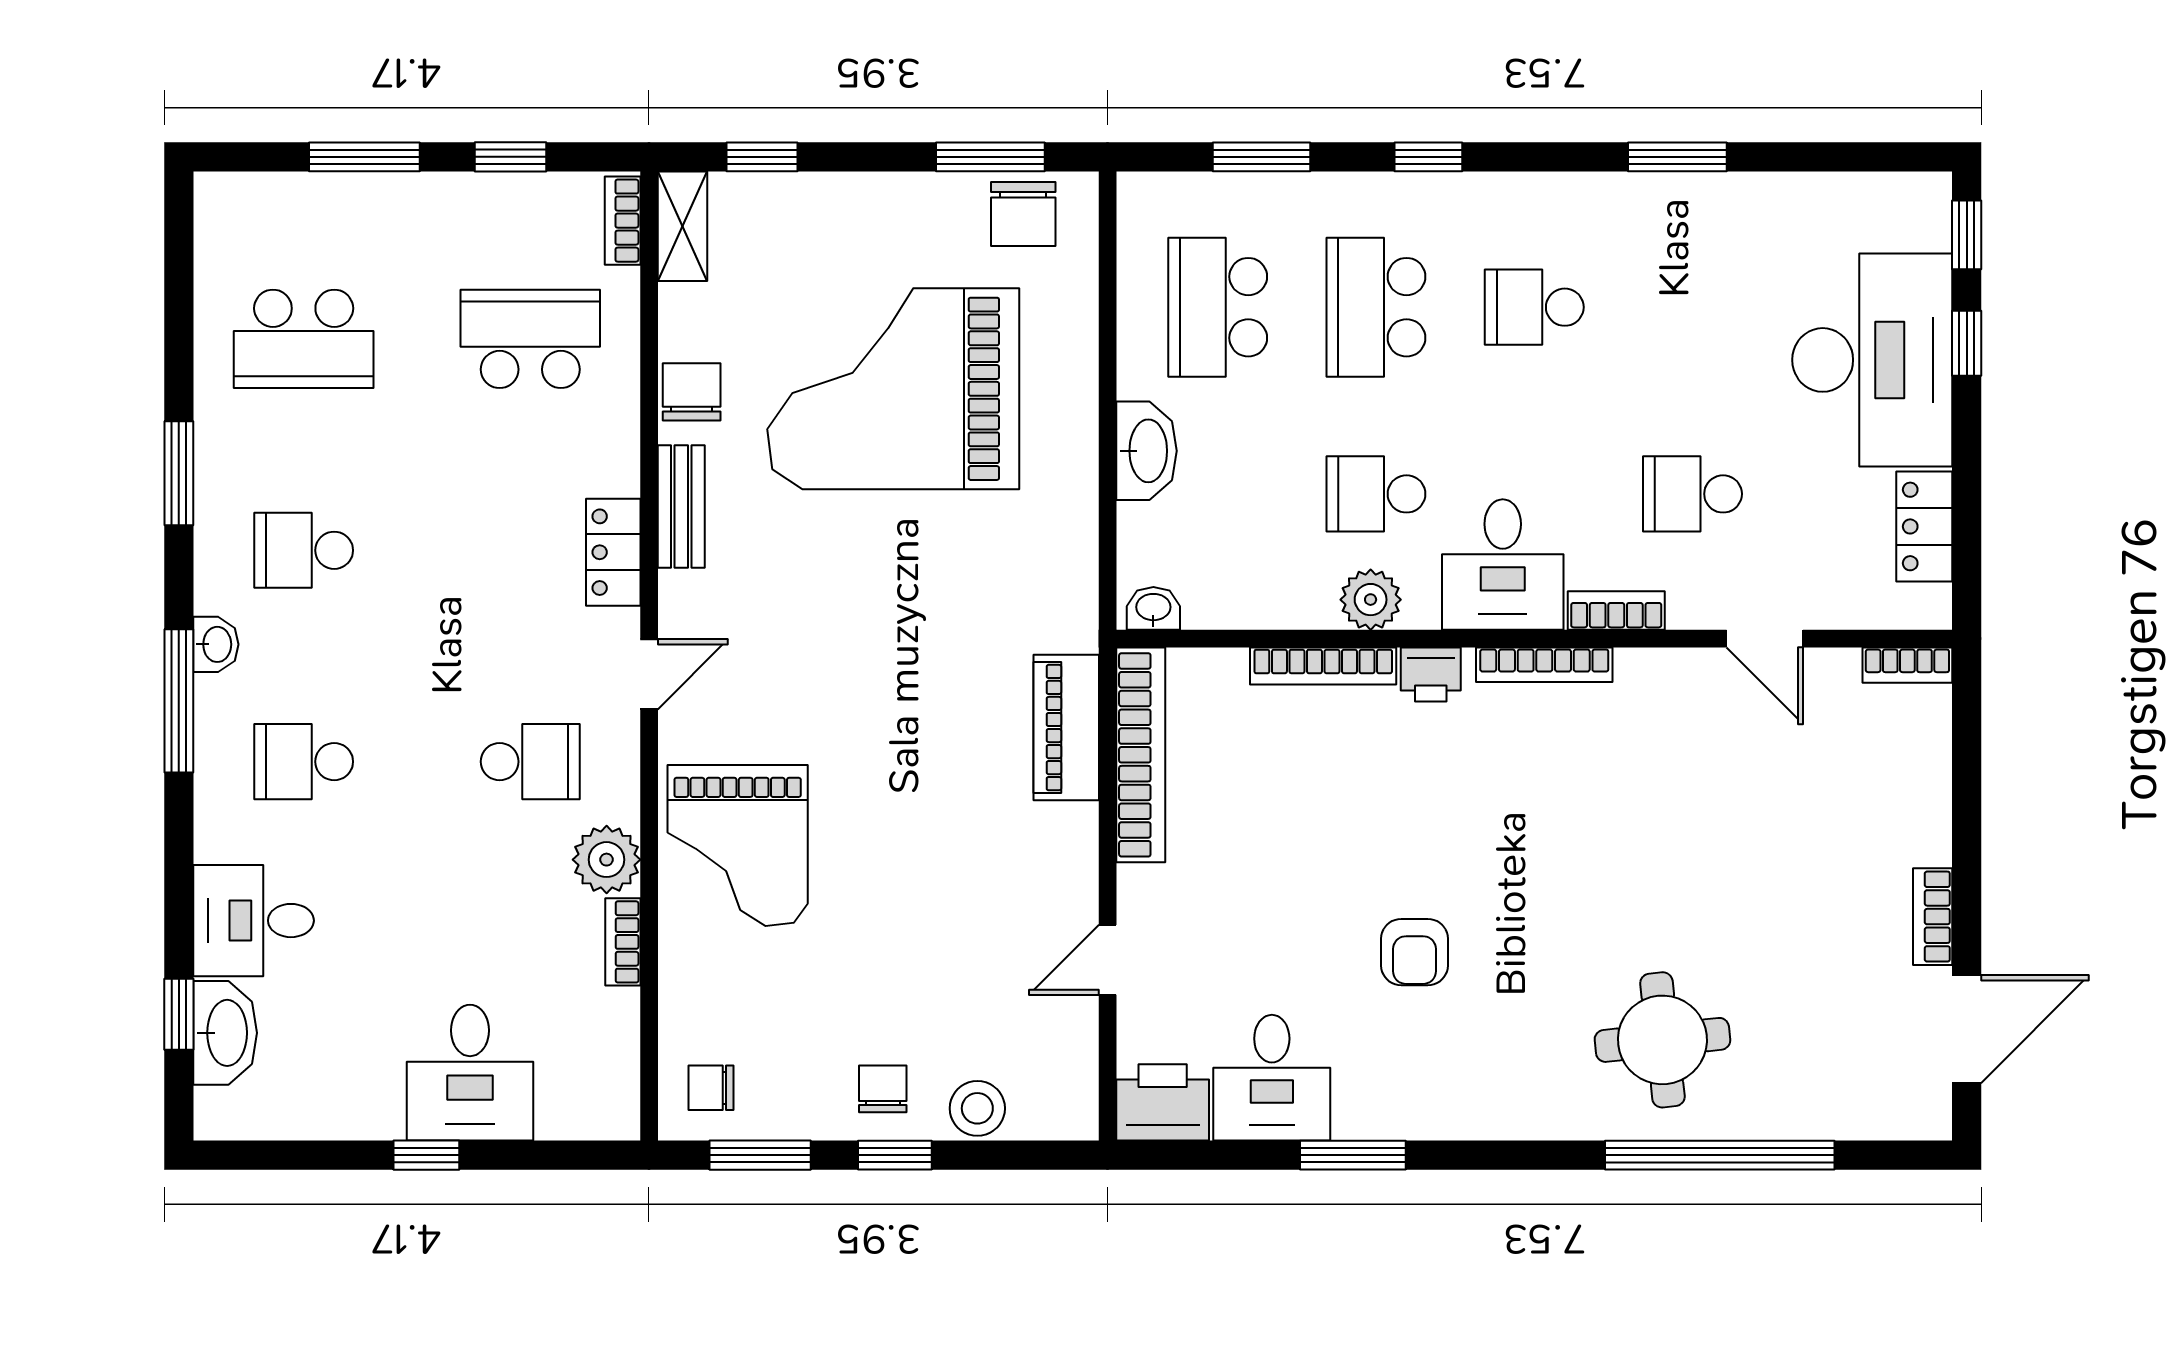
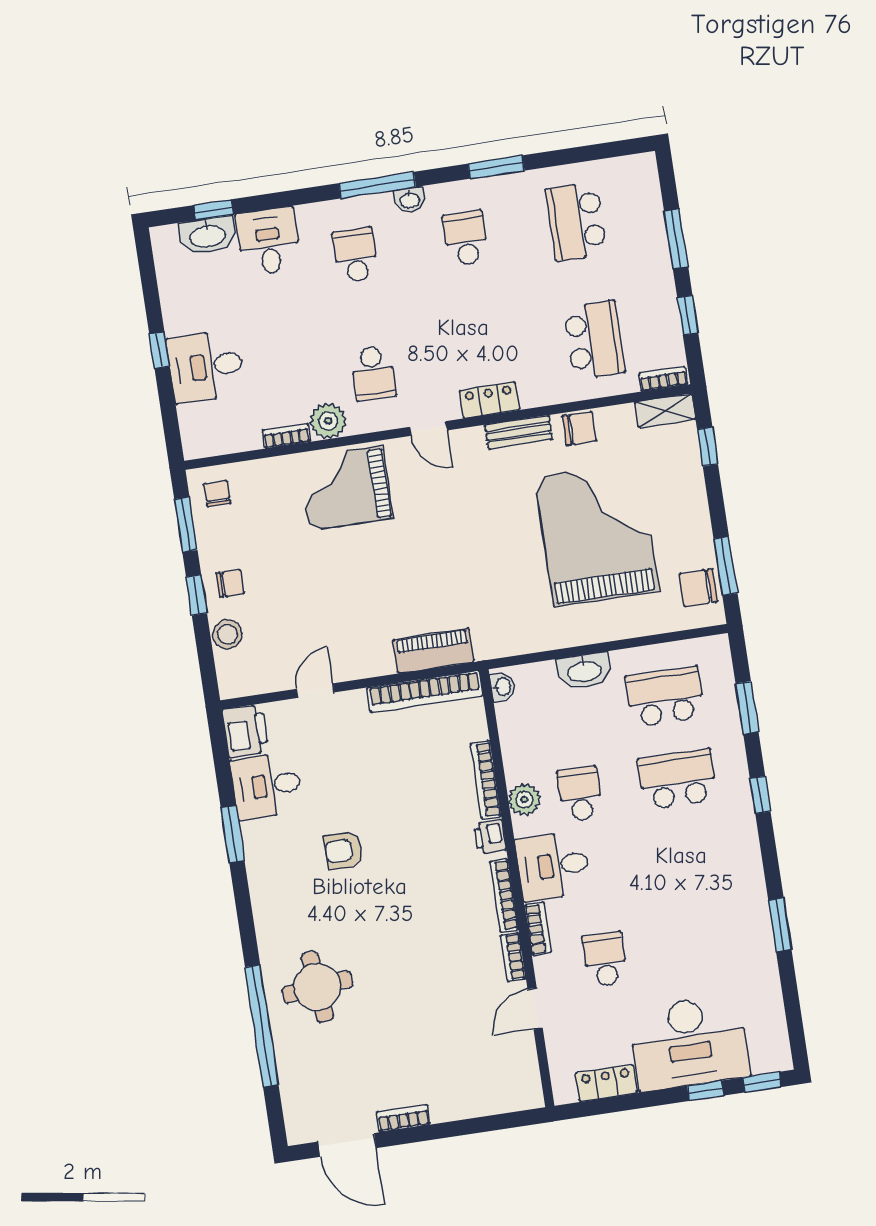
school desk: (1534, 307) -> (690, 862), removed
bookcase: (1907, 665) -> (513, 957), moved
door: (1108, 960) -> (315, 691), hinge flipped

